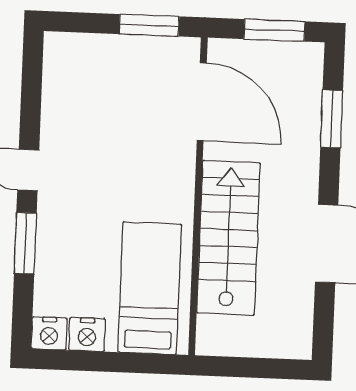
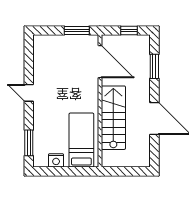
window: (274, 30) -> (129, 30), width x0.67
window: (25, 243) -> (29, 143), moved
nightstand: (49, 333) -> (40, 161), removed

